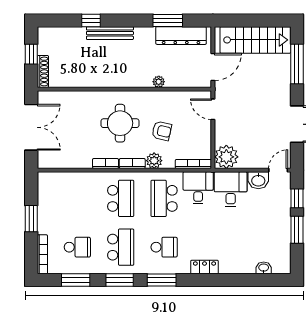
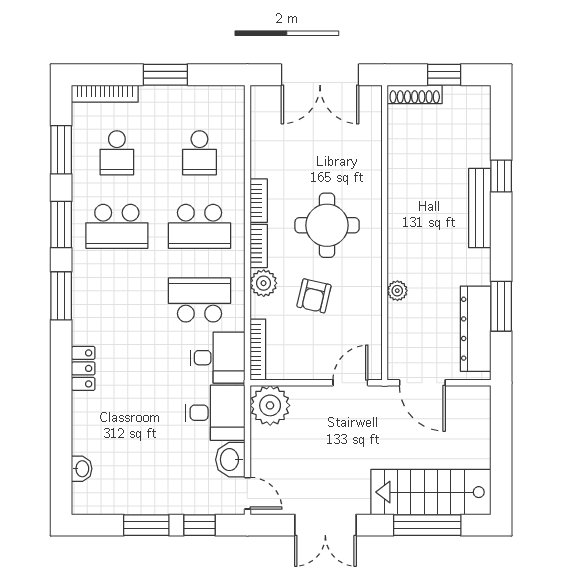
stairs: (255, 40) -> (431, 492), moved, turned 90
school desk: (164, 247) -> (199, 153), moved

